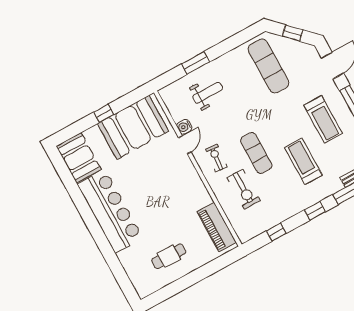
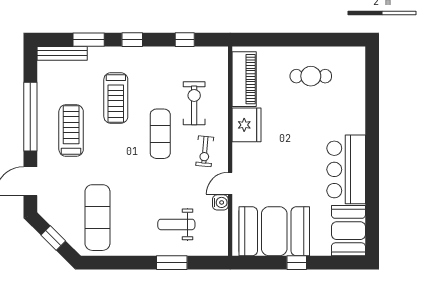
fridge: (196, 194) -> (247, 125), added
bar counter: (110, 211) -> (346, 169), width x0.73

